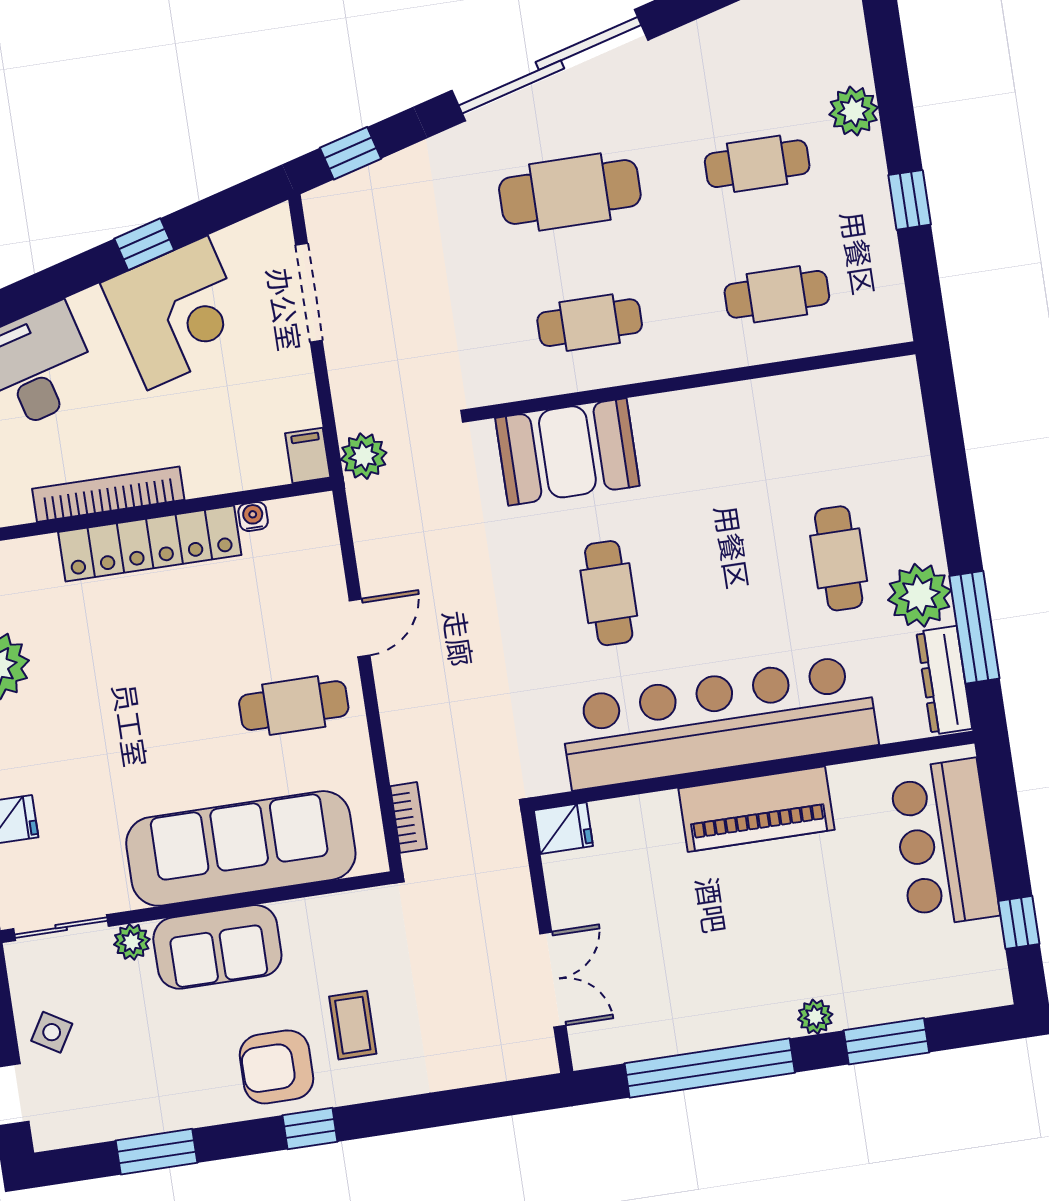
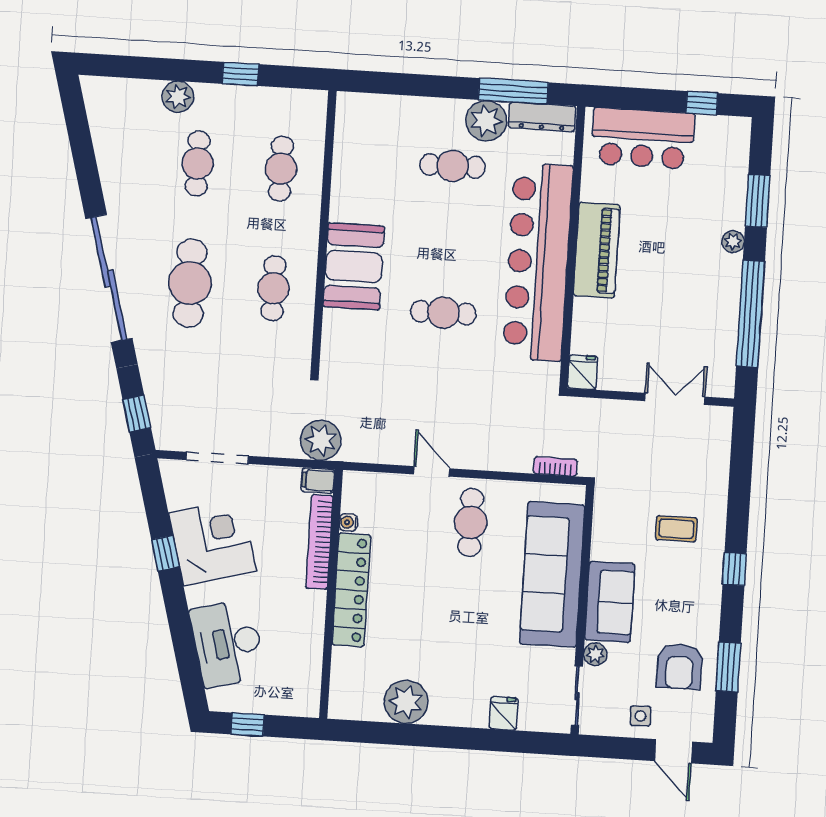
booth: (567, 452) -> (354, 266), moved
plant: (364, 456) -> (321, 440), width x1.36, depth x1.36
bookcase: (108, 494) -> (319, 542), moved
side table: (52, 1032) -> (640, 716), turned -33
armchair: (277, 1067) -> (679, 666), moved

